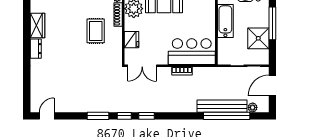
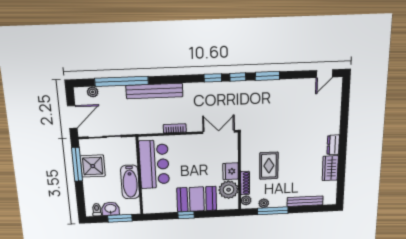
window: (272, 23) -> (77, 164), moved
fridge: (132, 40) -> (231, 171), moved
bar counter: (192, 52) -> (154, 164), moved, turned -90
bench: (222, 106) -> (154, 91), moved

